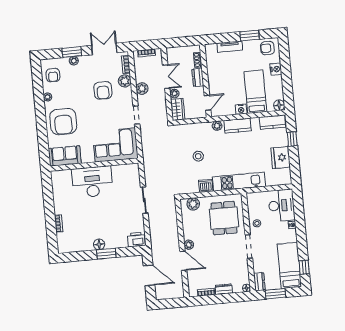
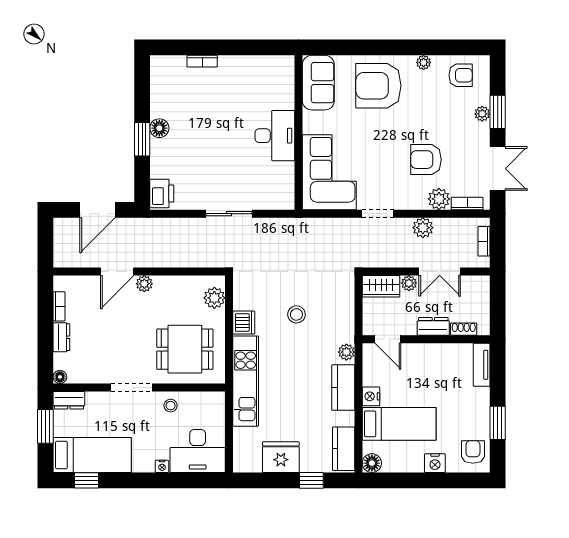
tv unit: (230, 47) -> (482, 365), moved
armchair: (53, 75) -> (461, 75), turned 180
desk: (92, 182) -> (275, 136), width x0.73, depth x0.77

